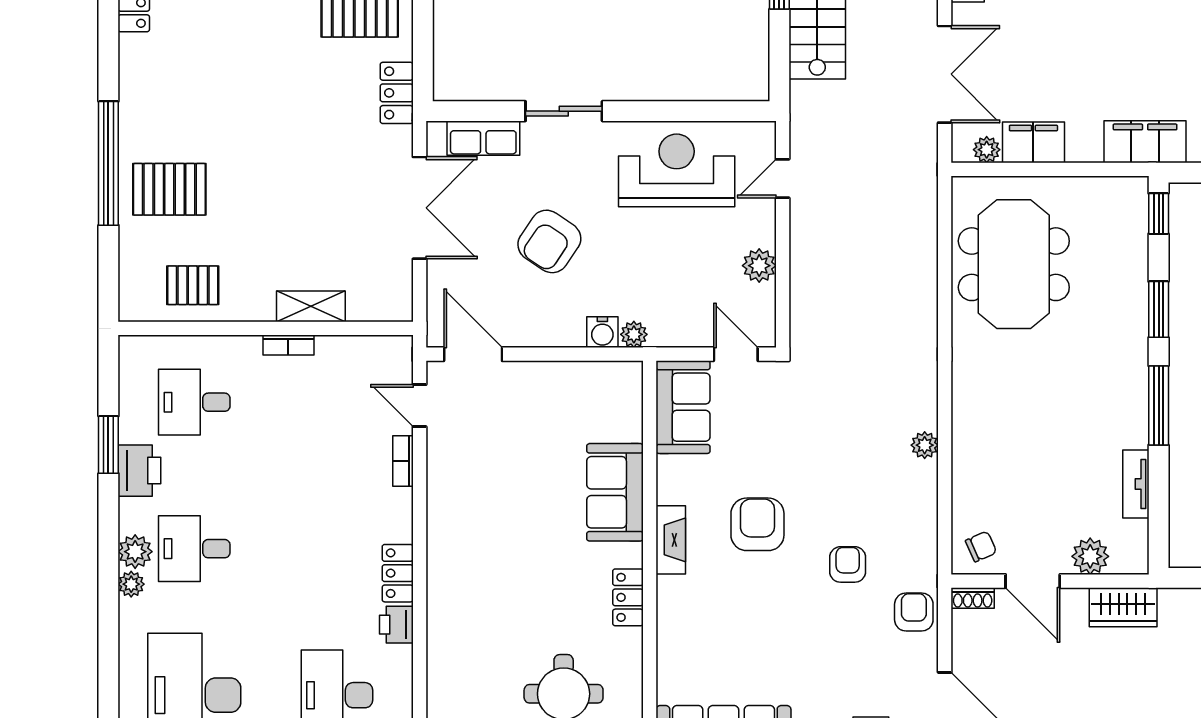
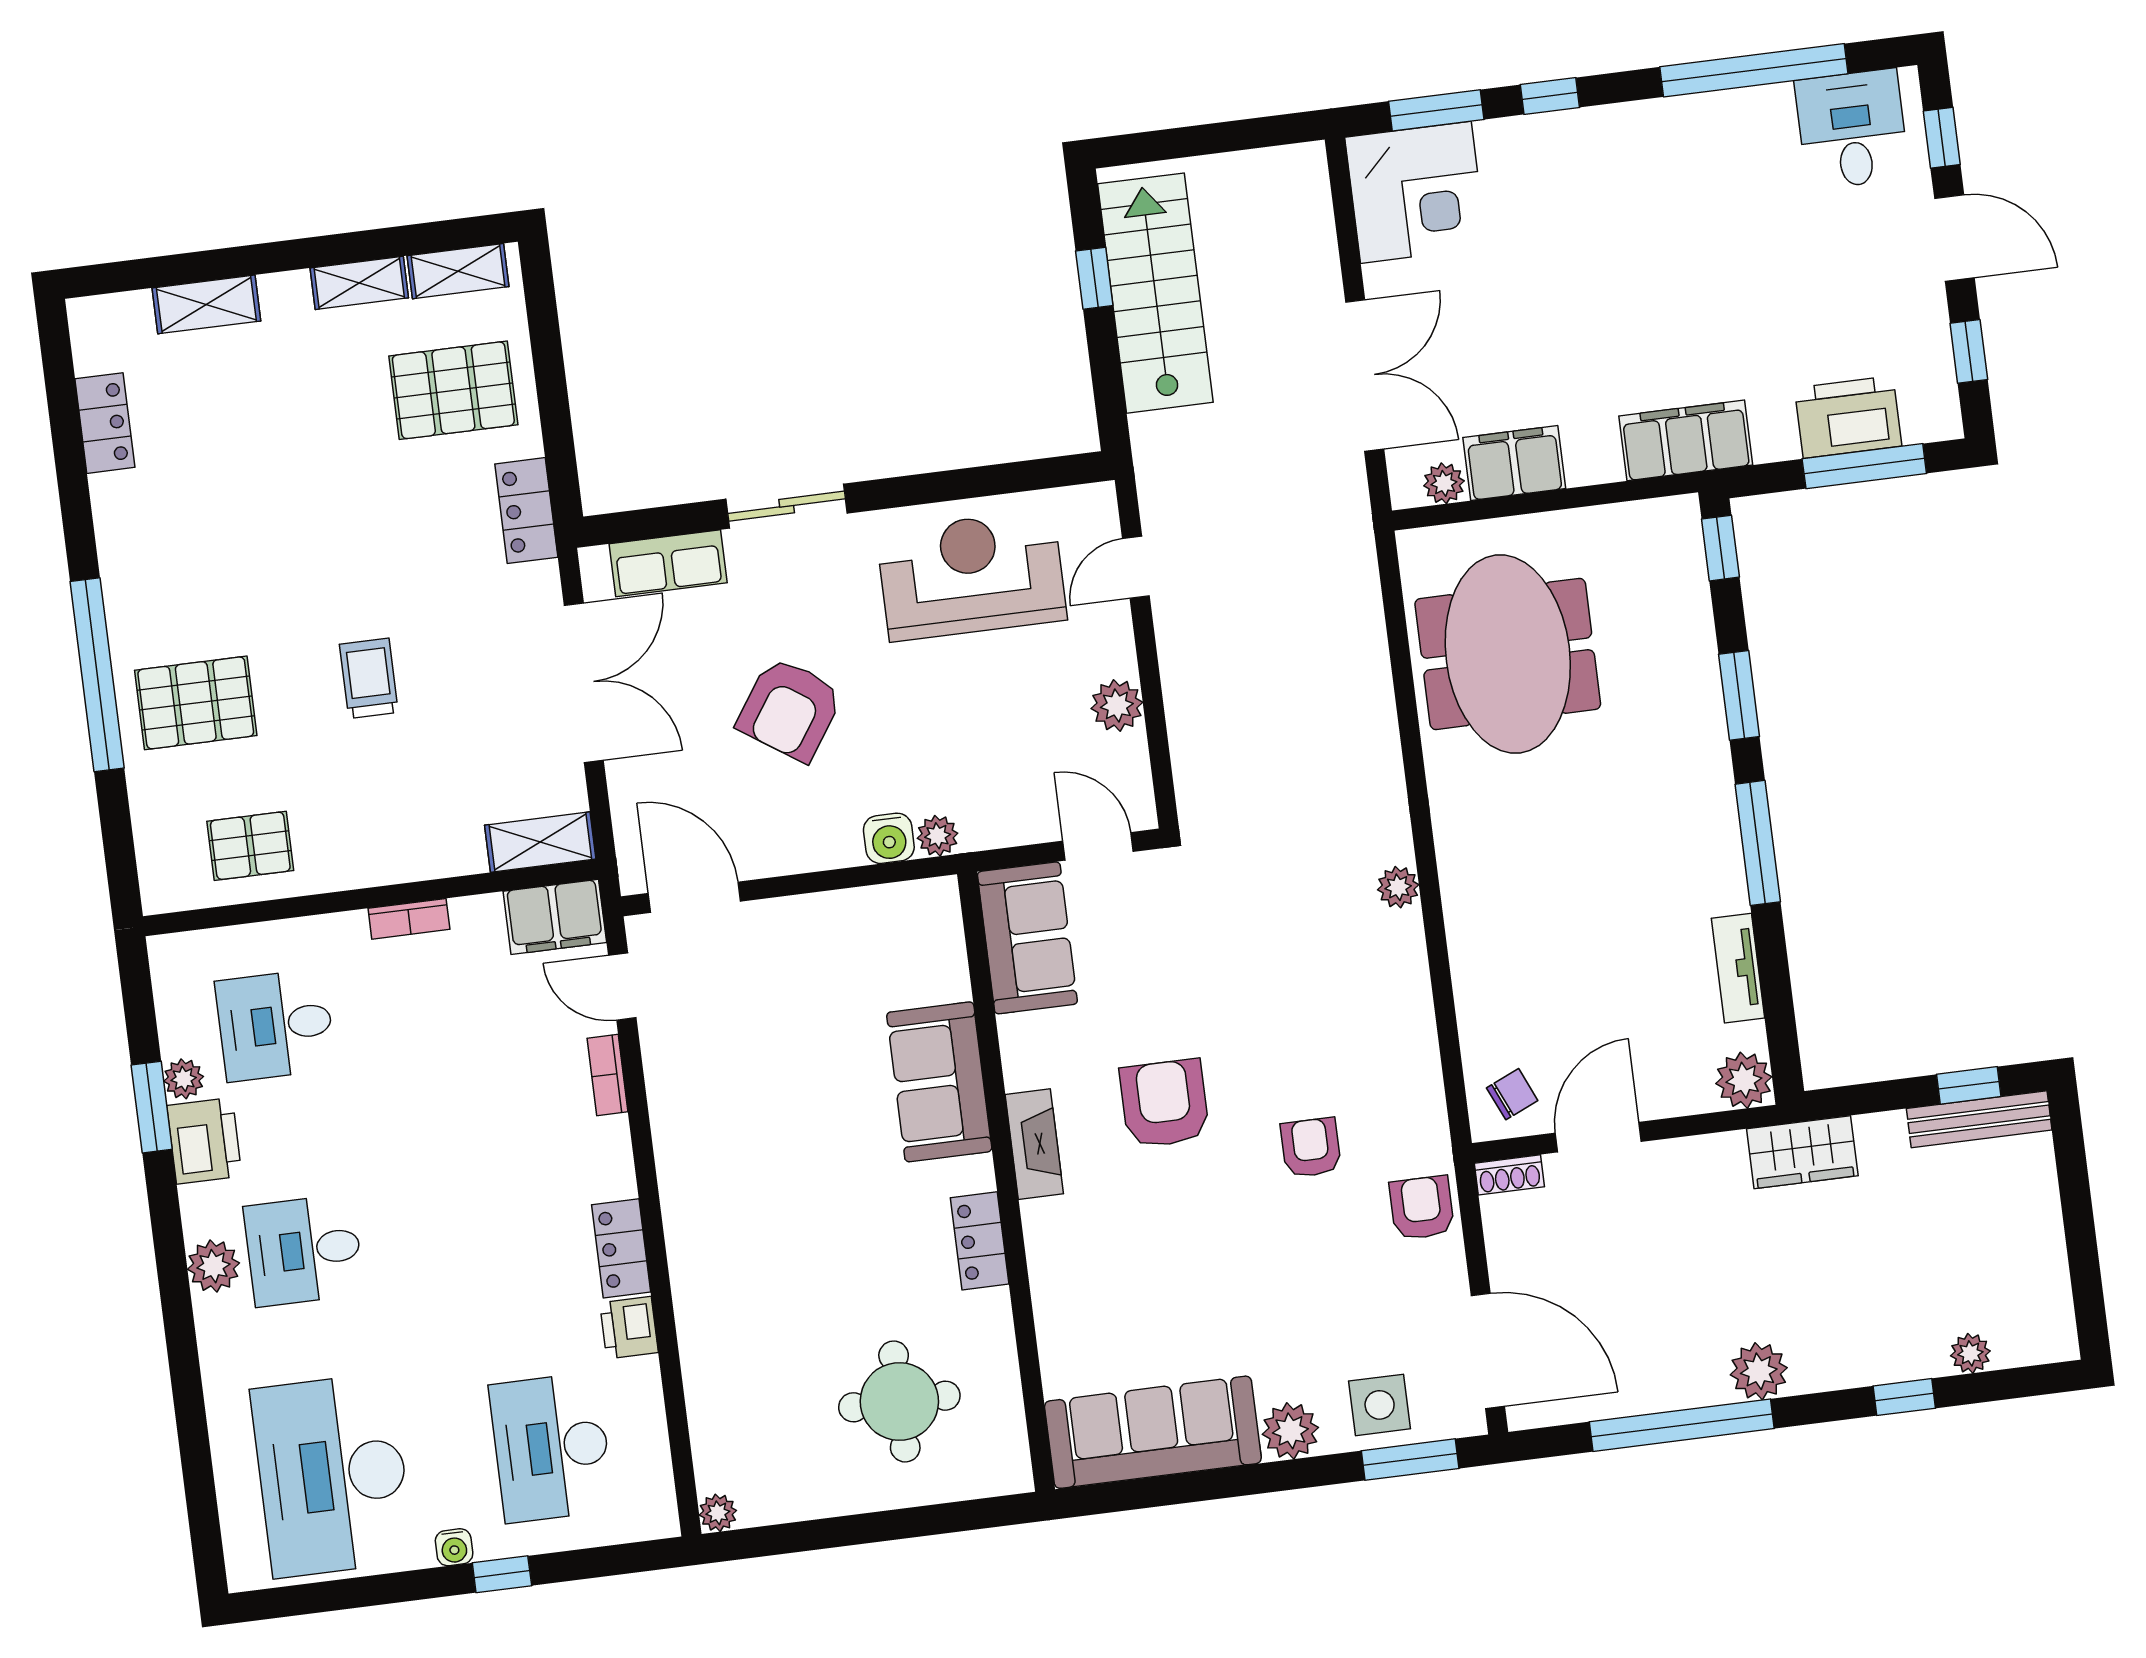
trolley: (282, 188) -> (369, 678), added
shelving: (311, 306) -> (540, 842), moved
filing cabinet: (382, 355) -> (555, 917), added
plant: (925, 445) -> (1398, 887), moved
plant: (1090, 556) -> (1744, 1080), moved
door: (1033, 581) -> (1598, 1137), swing flipped
plant: (131, 584) -> (184, 1079), moved
wardrobe: (1123, 607) -> (1802, 1152), moved

